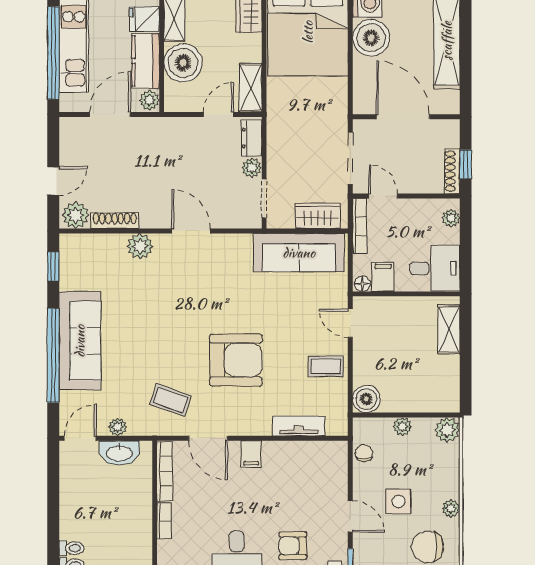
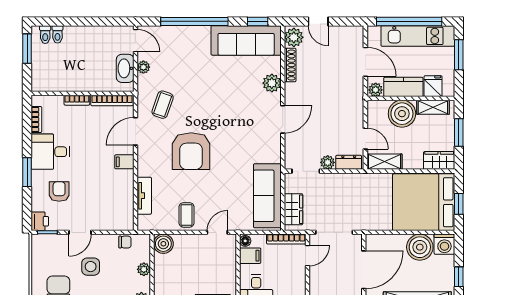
sofa: (80, 341) -> (246, 40), moved

